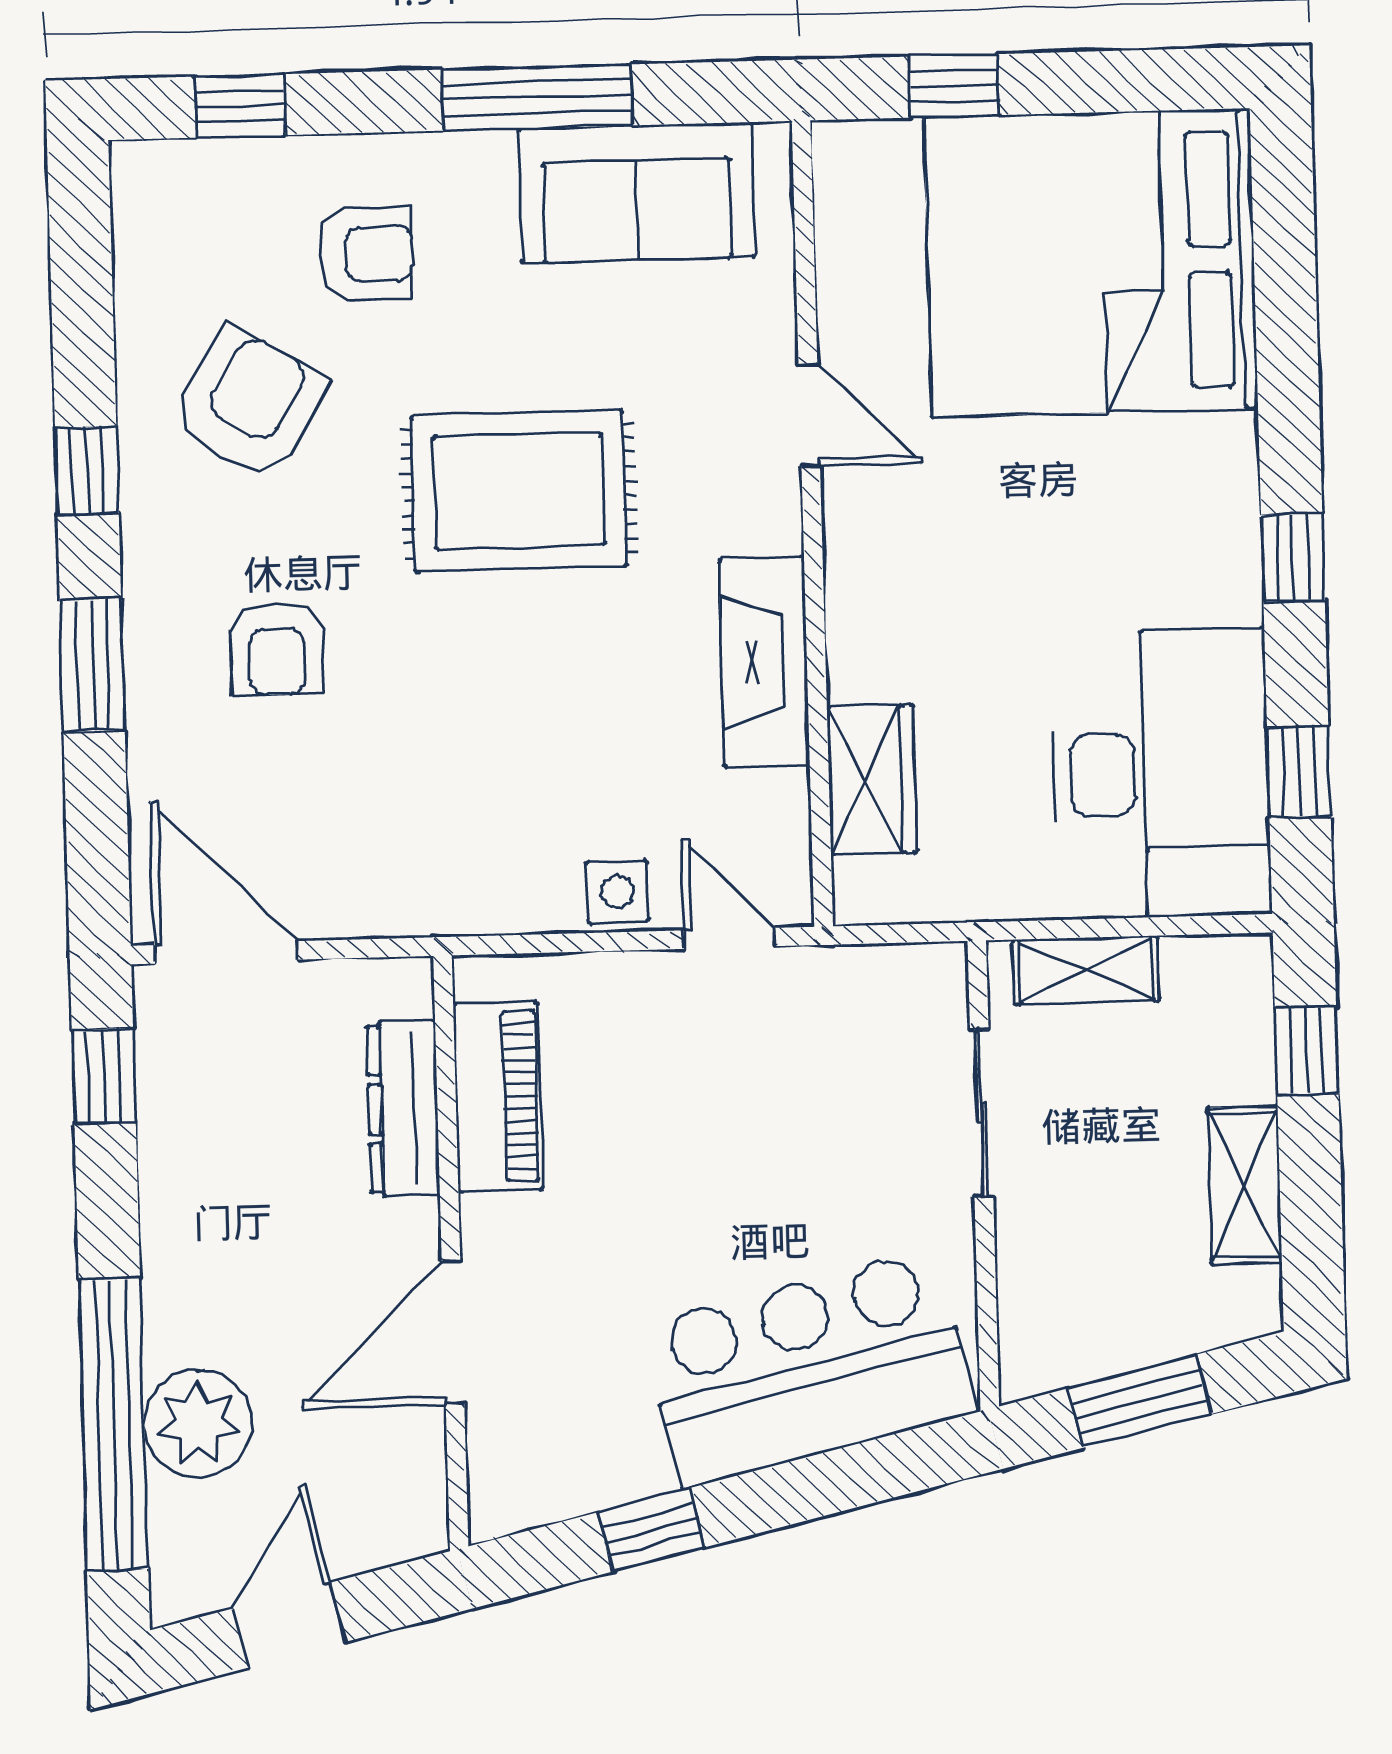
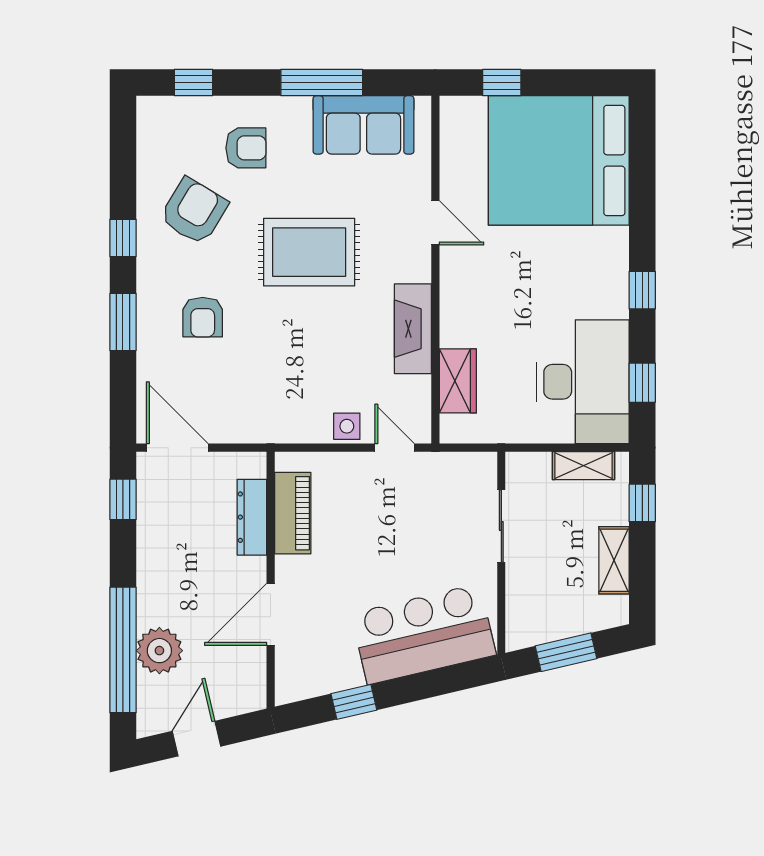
shelving: (1086, 970) -> (583, 466), moved

